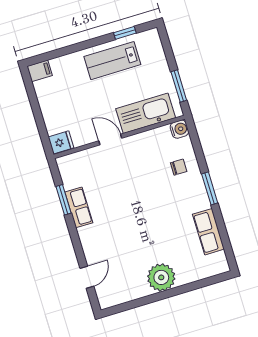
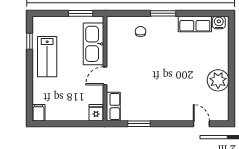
water cooler: (179, 129) -> (219, 22), moved
row of seats: (79, 207) -> (113, 107), moved, turned 90
plant: (161, 277) -> (218, 80), moved

